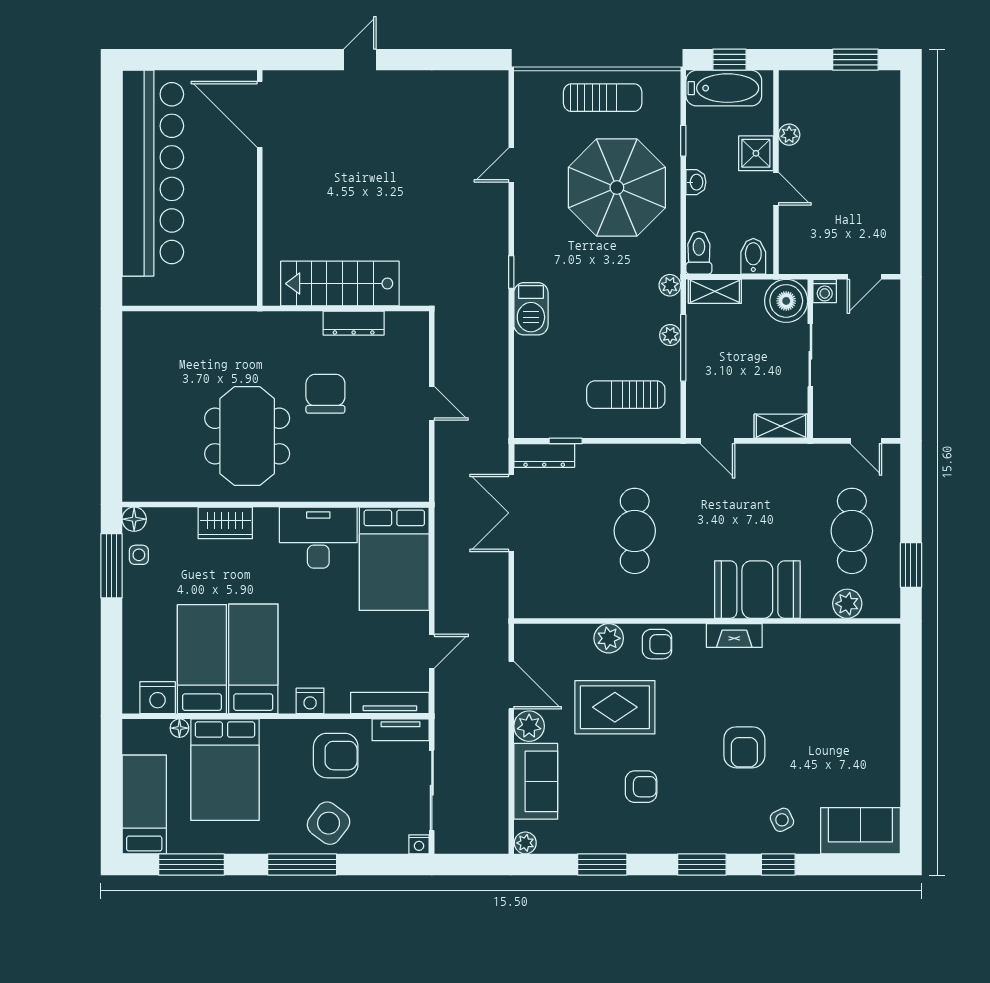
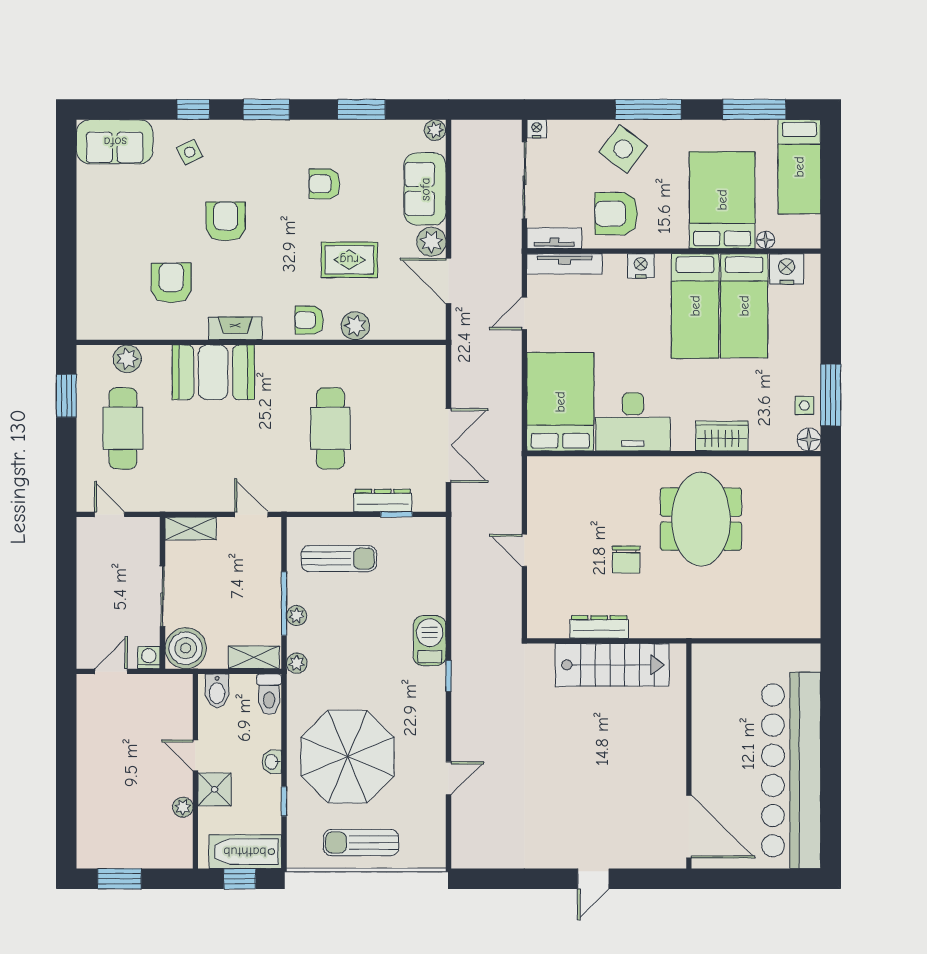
chair: (325, 394) -> (626, 559), width x0.73, depth x0.73
dresser: (544, 455) -> (383, 500), moved
armchair: (801, 683) -> (171, 283), added
rug: (615, 707) -> (349, 260), width x0.73, depth x0.70

